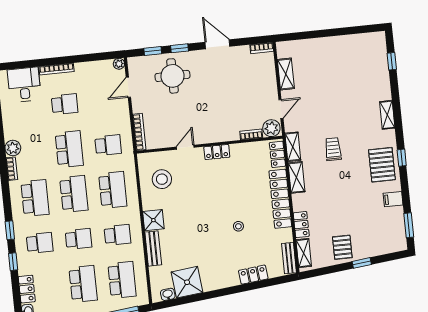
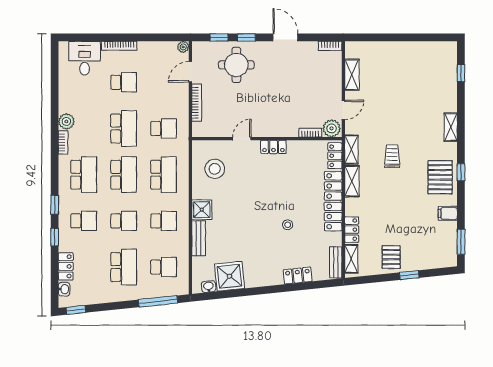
bookcase: (139, 132) -> (197, 103), moved
school desk: (122, 280) -> (164, 267), width x0.54

